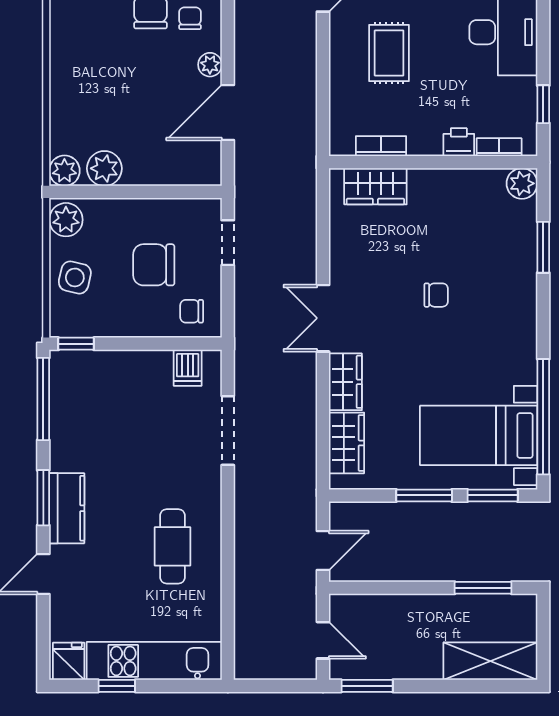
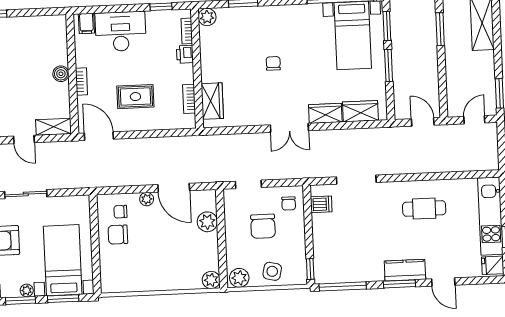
plant: (104, 168) -> (207, 222), moved

